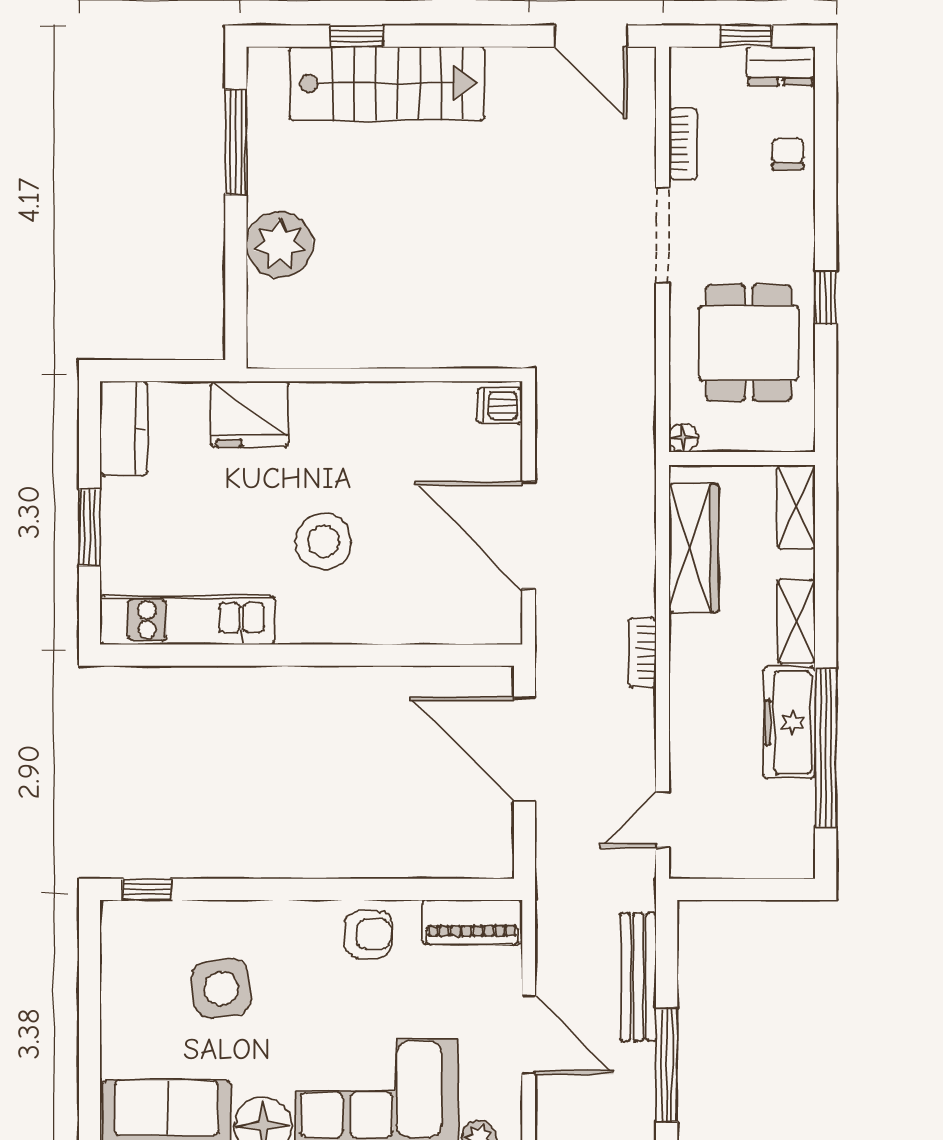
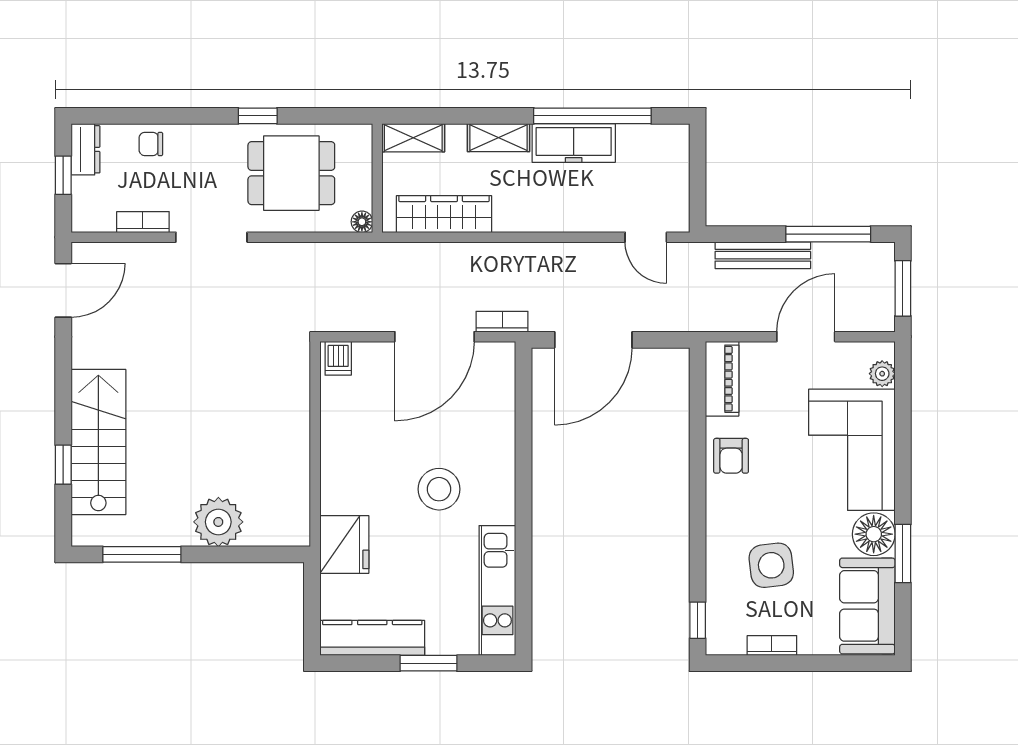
kitchen counter: (123, 428) -> (372, 638), width x1.50
bookcase: (642, 653) -> (502, 322), moved, turned 180
armchair: (368, 934) -> (731, 456), turned 180
bookcase: (113, 989) -> (772, 646), added

